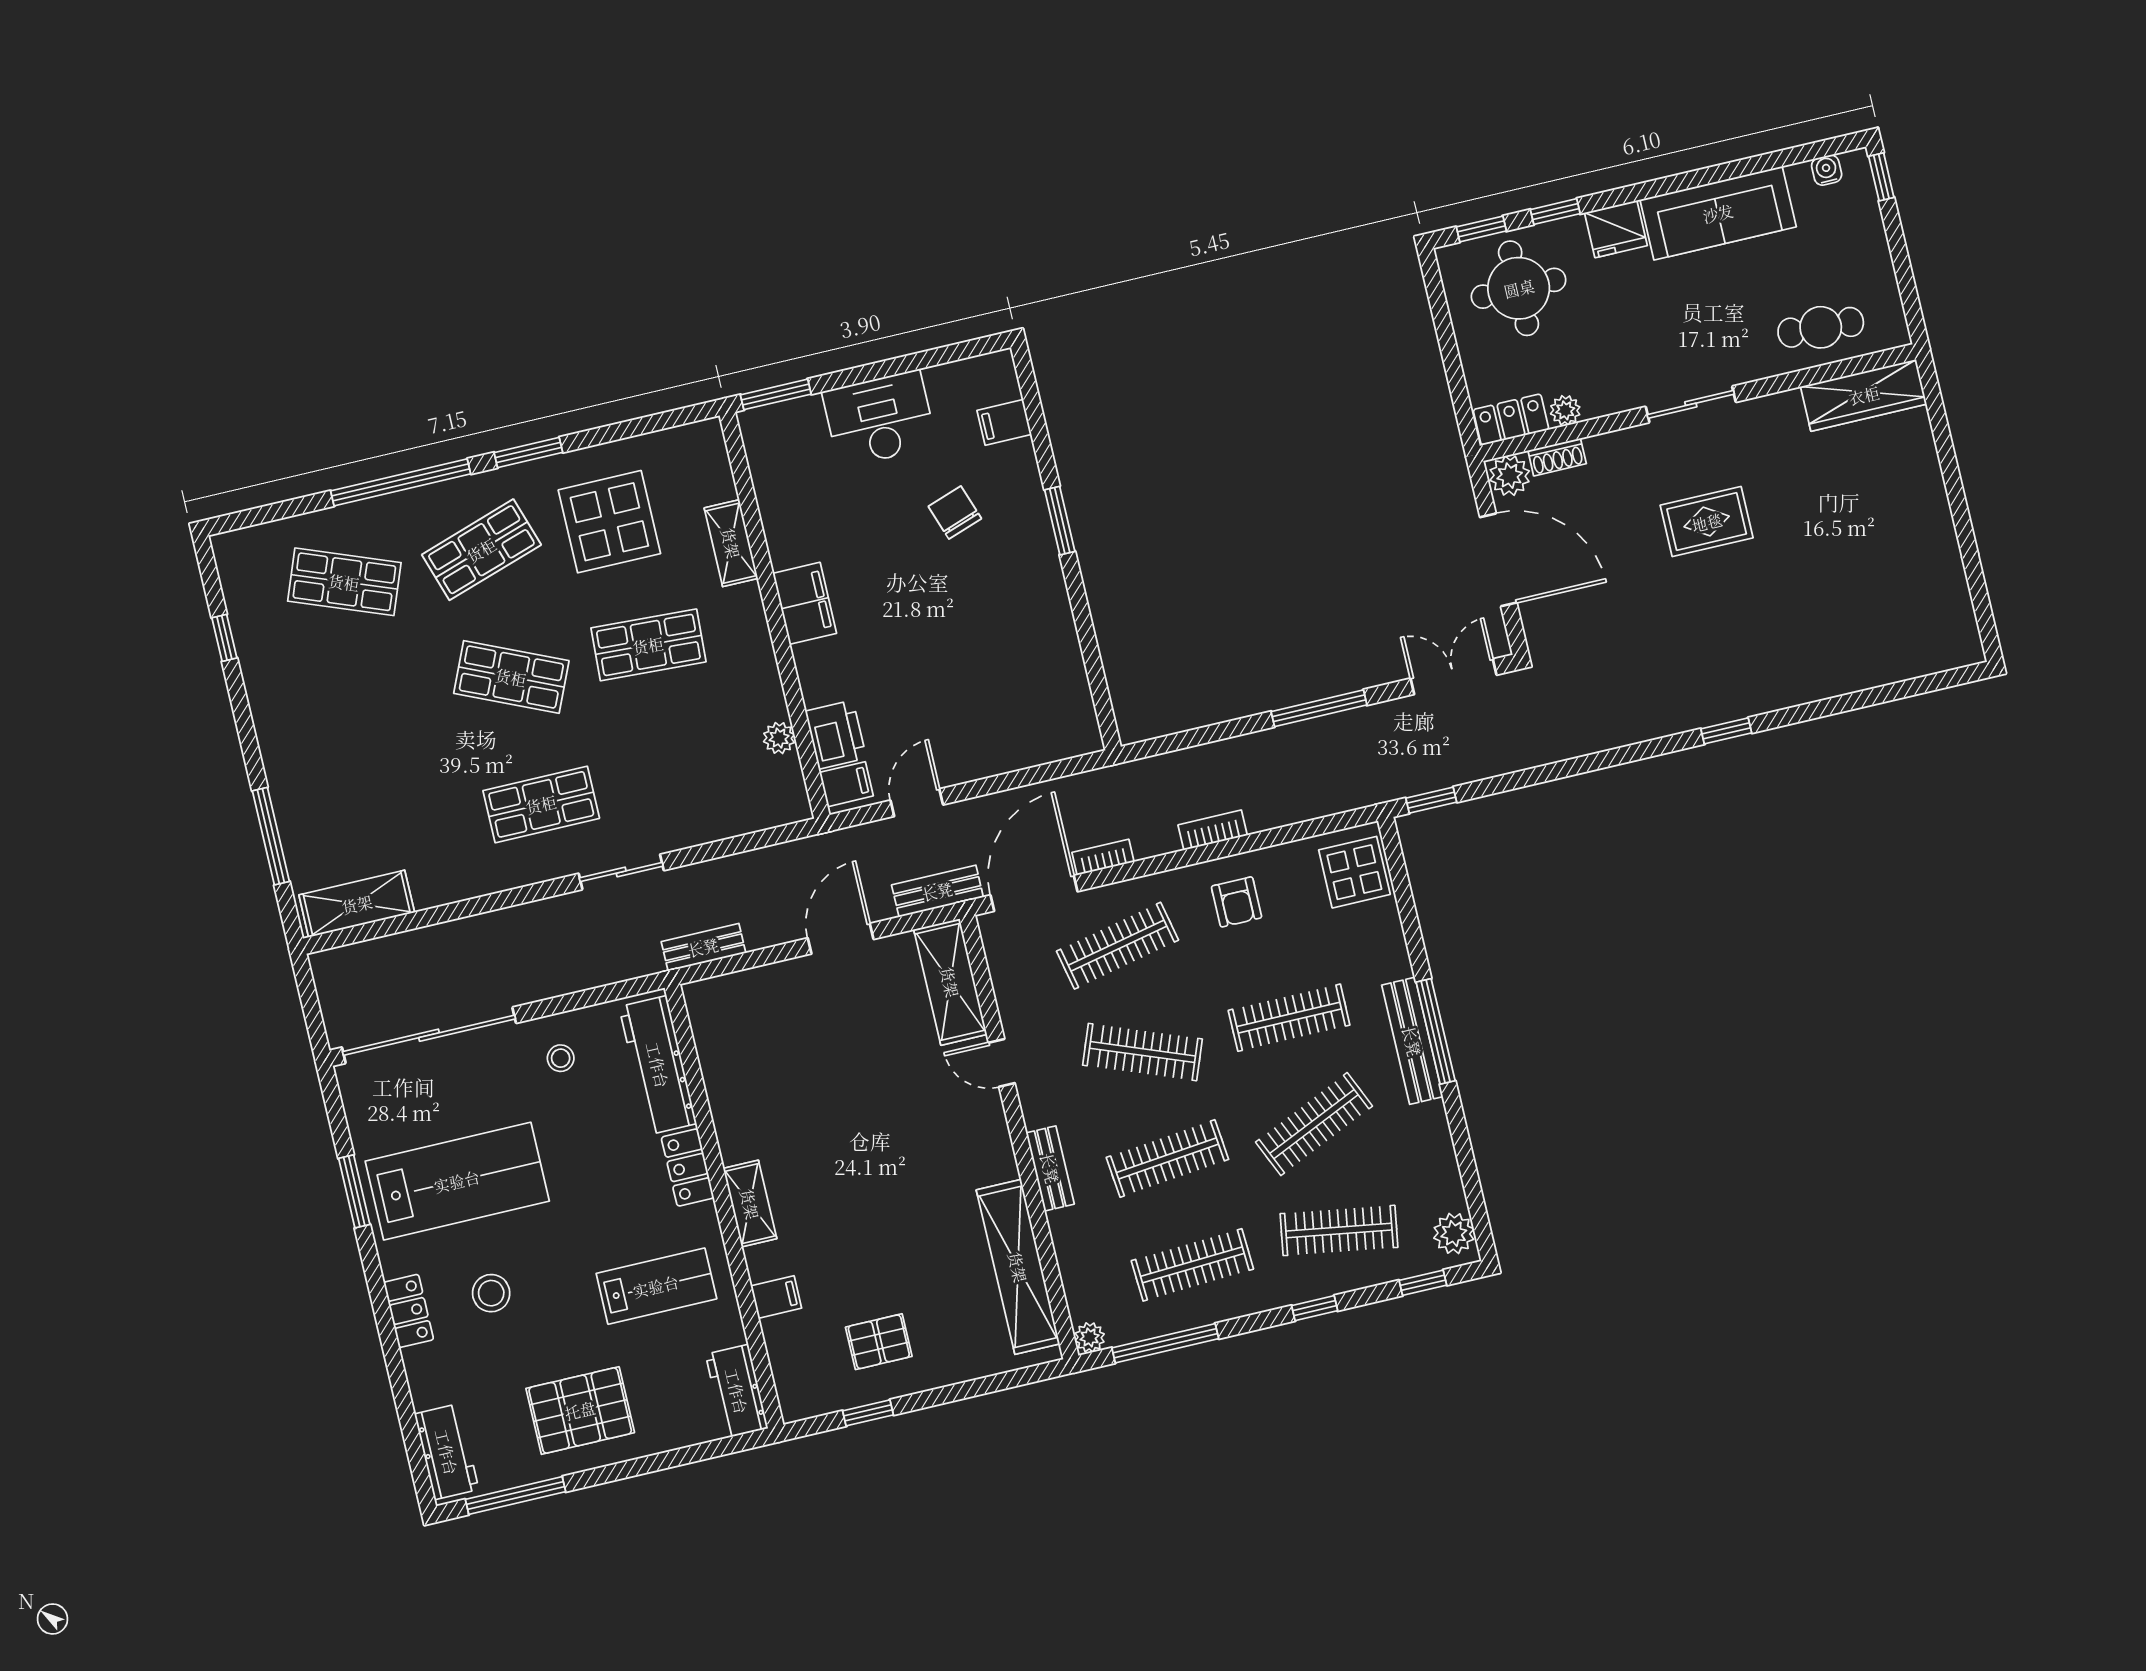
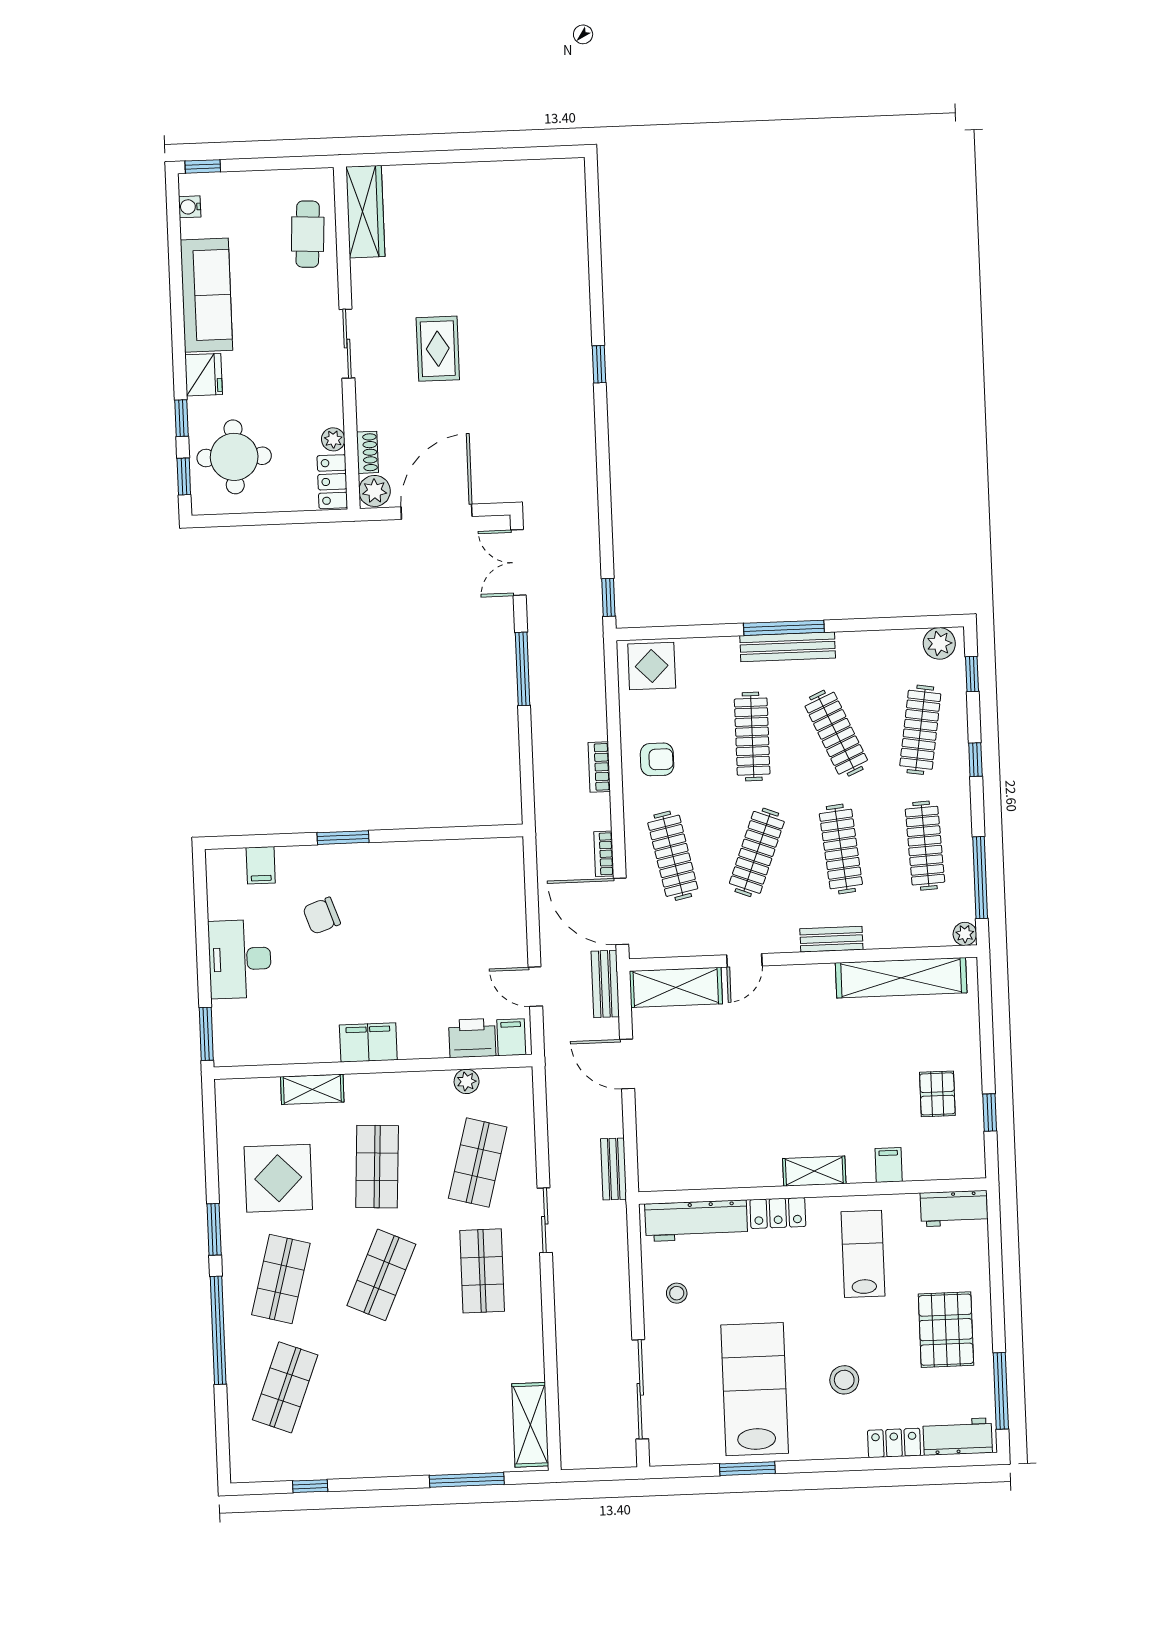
shop shelf: (481, 550) -> (281, 1279), turned 33
shop shelf: (678, 772) -> (478, 1163), added
sliding door: (429, 1035) -> (640, 1389), width x0.73
locker: (409, 1311) -> (894, 1443), moved

